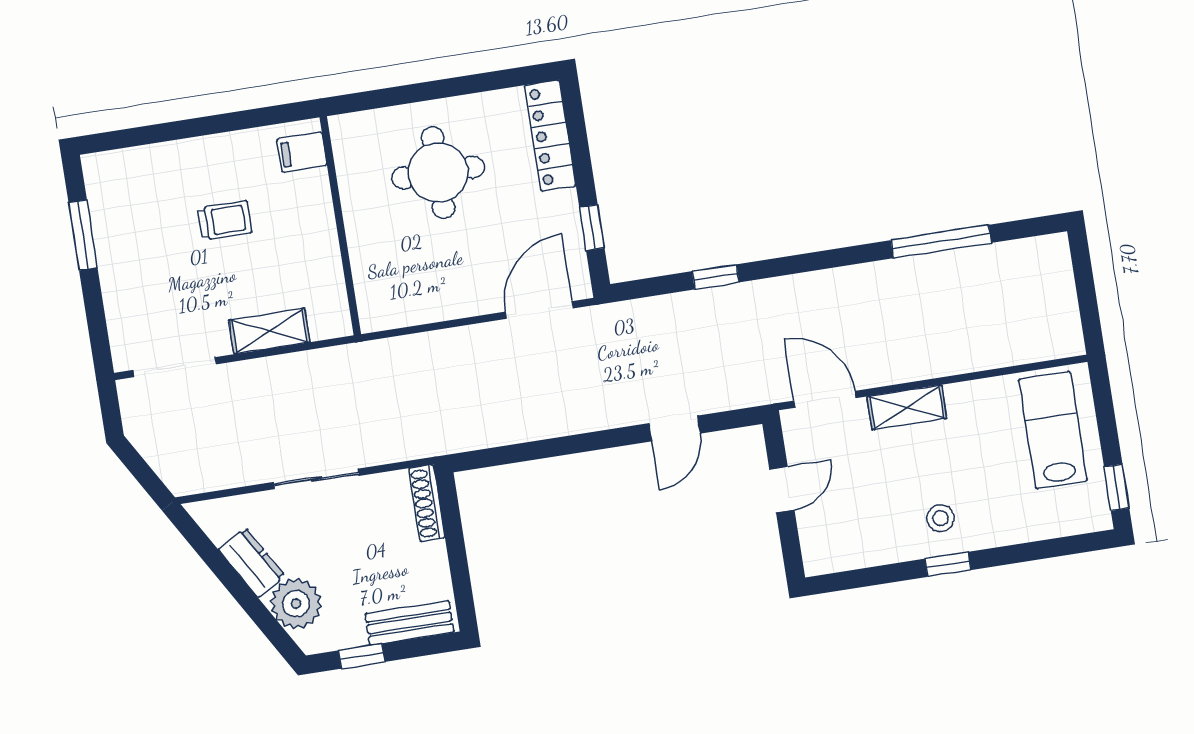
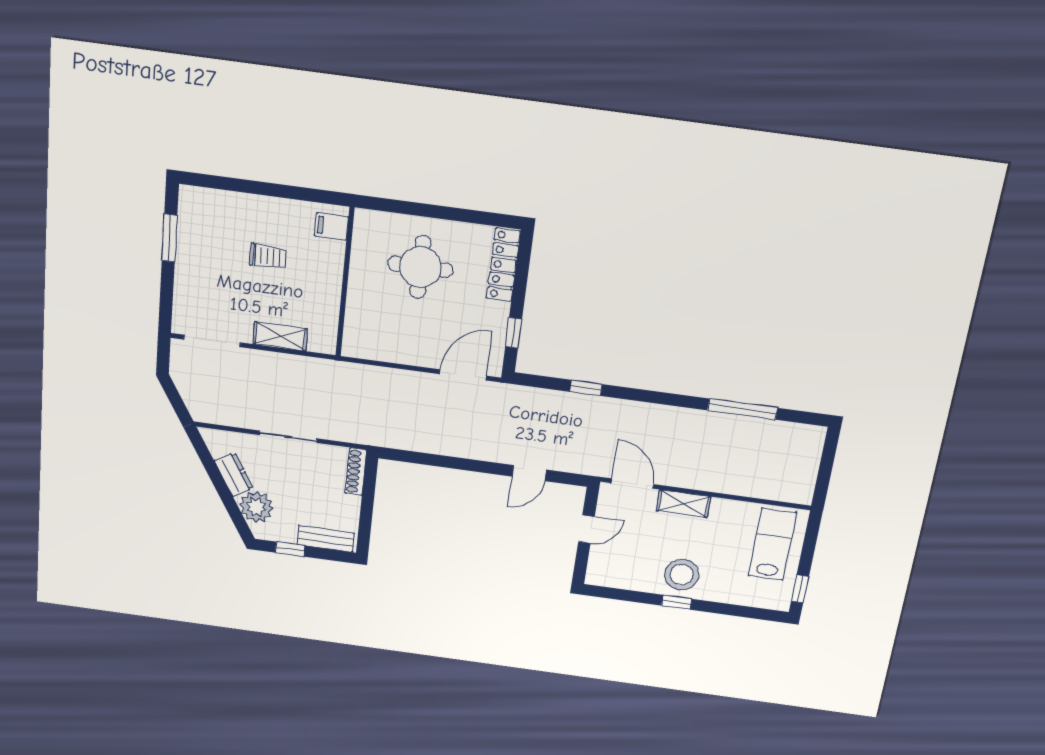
stool: (941, 518) -> (682, 575), width x1.89, depth x1.89

